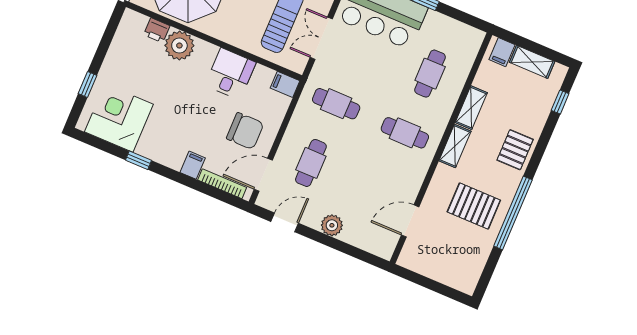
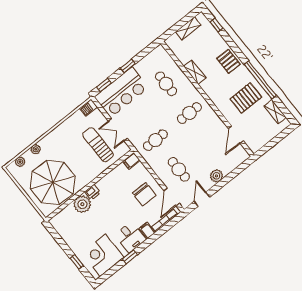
printer: (157, 30) -> (93, 192), moved
filing cabinet: (502, 52) -> (175, 41), removed
desk: (230, 74) -> (130, 237), moved, turned 180
chair: (245, 131) -> (144, 194), turned 90
shelving: (455, 146) -> (275, 112), moved

